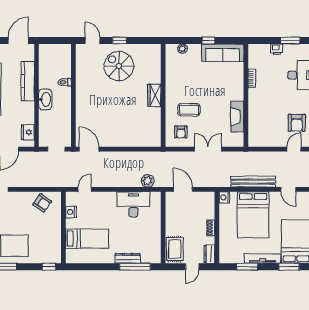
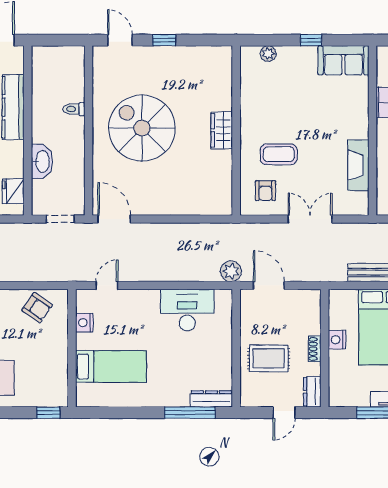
sofa: (223, 53) -> (343, 60), width x0.73
spiral stairs: (119, 66) -> (142, 128), moved, width x1.37, depth x1.37
washbasin: (45, 99) -> (42, 162), moved
plant: (148, 181) -> (231, 271), moved
nightstand: (224, 197) -> (337, 340), moved
rug: (175, 249) -> (269, 358), moved, turned 90
dresser: (128, 258) -> (211, 399), moved

